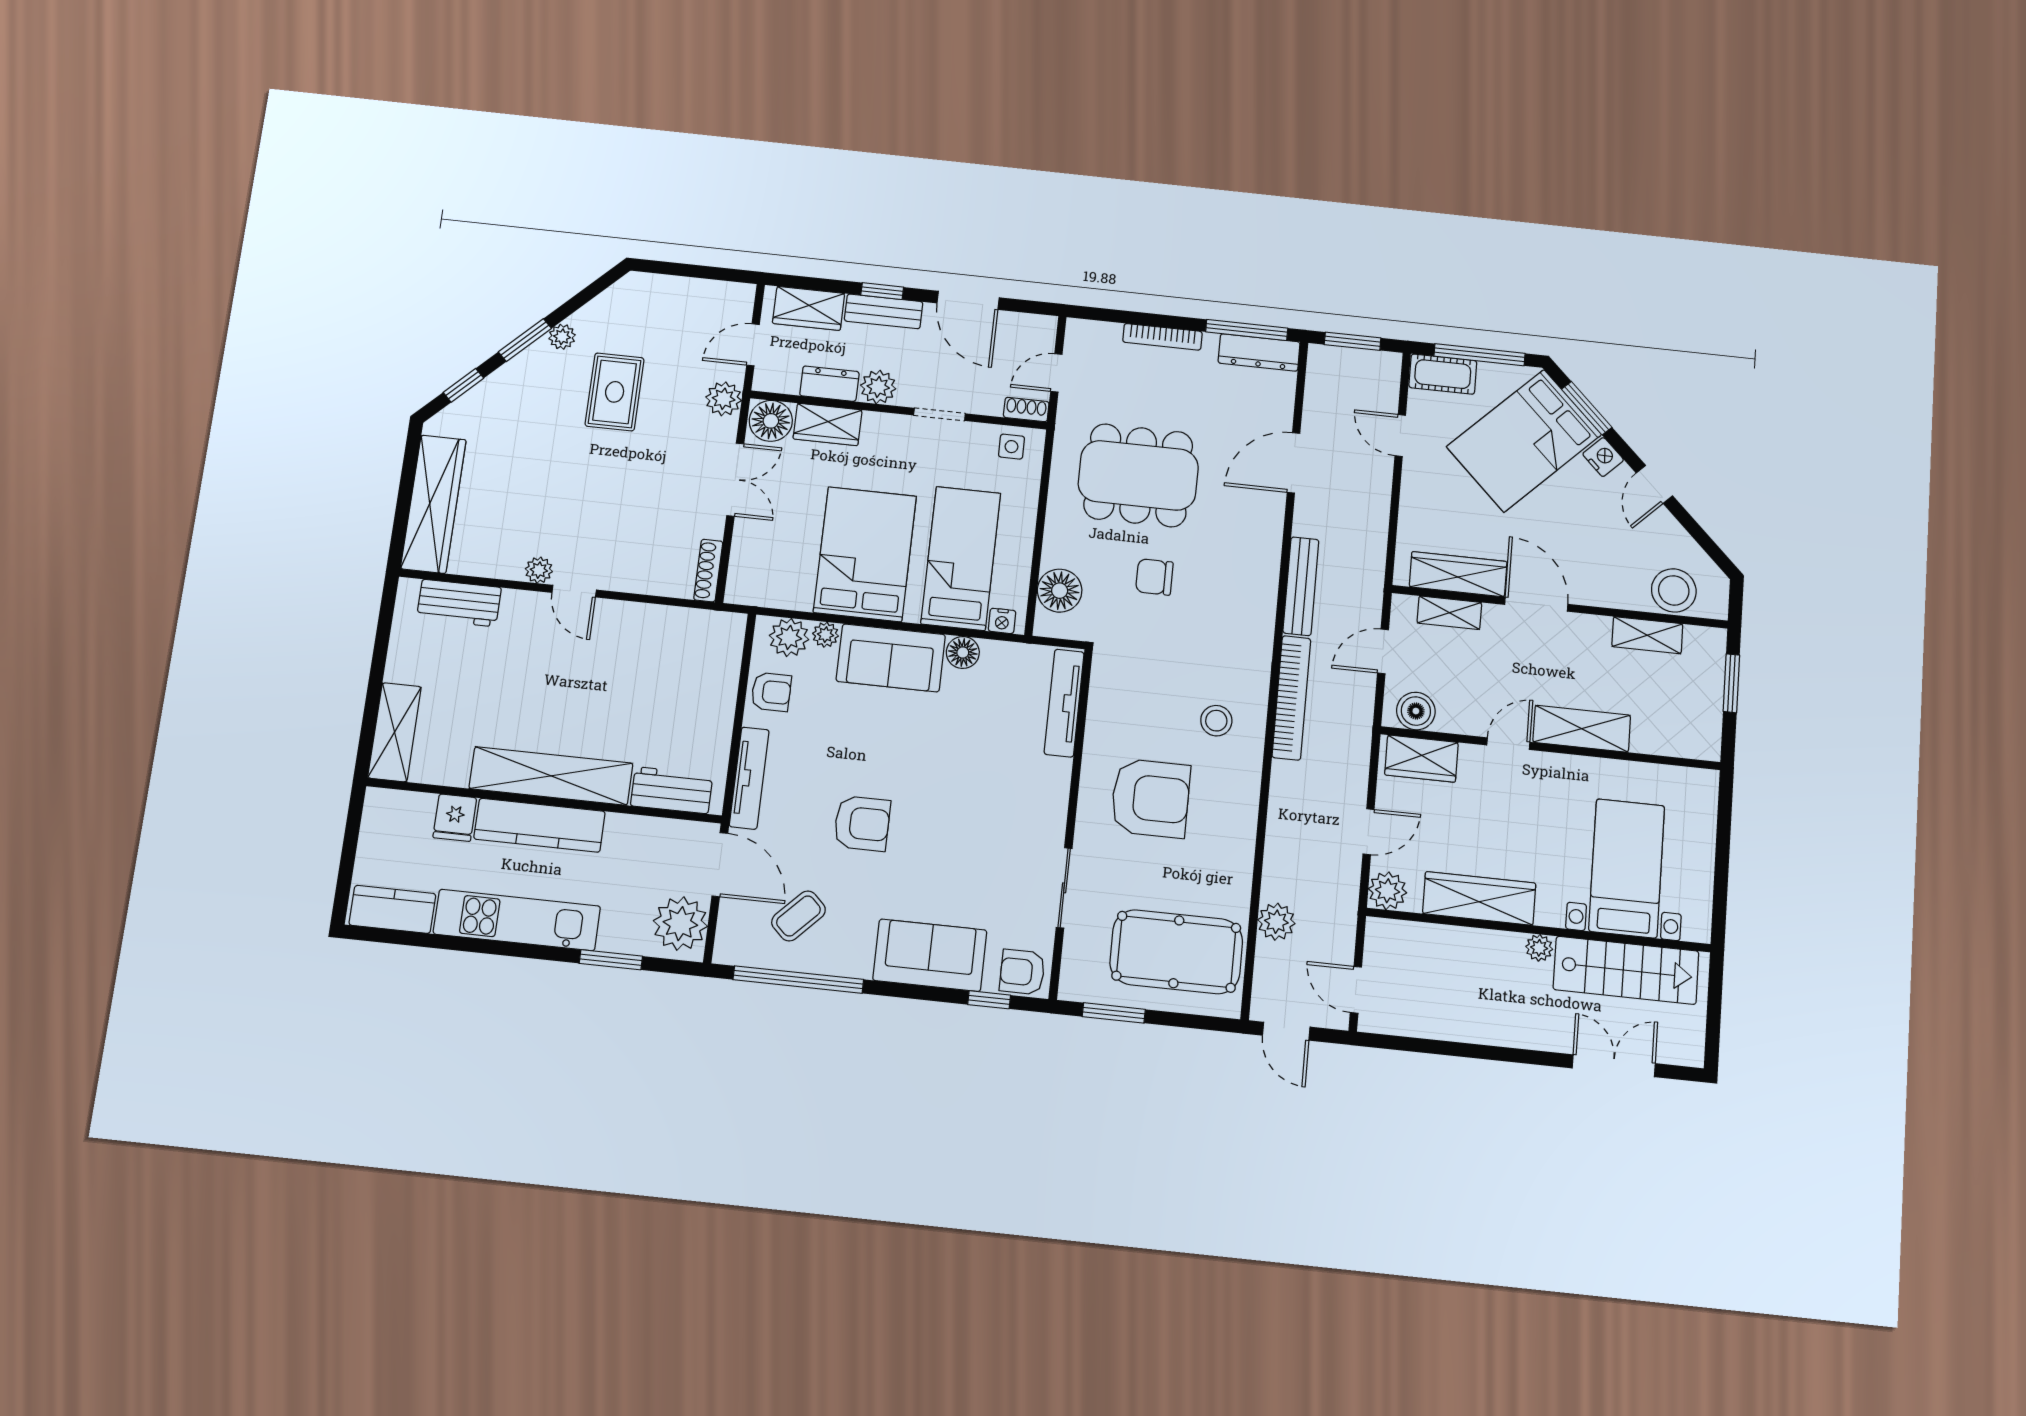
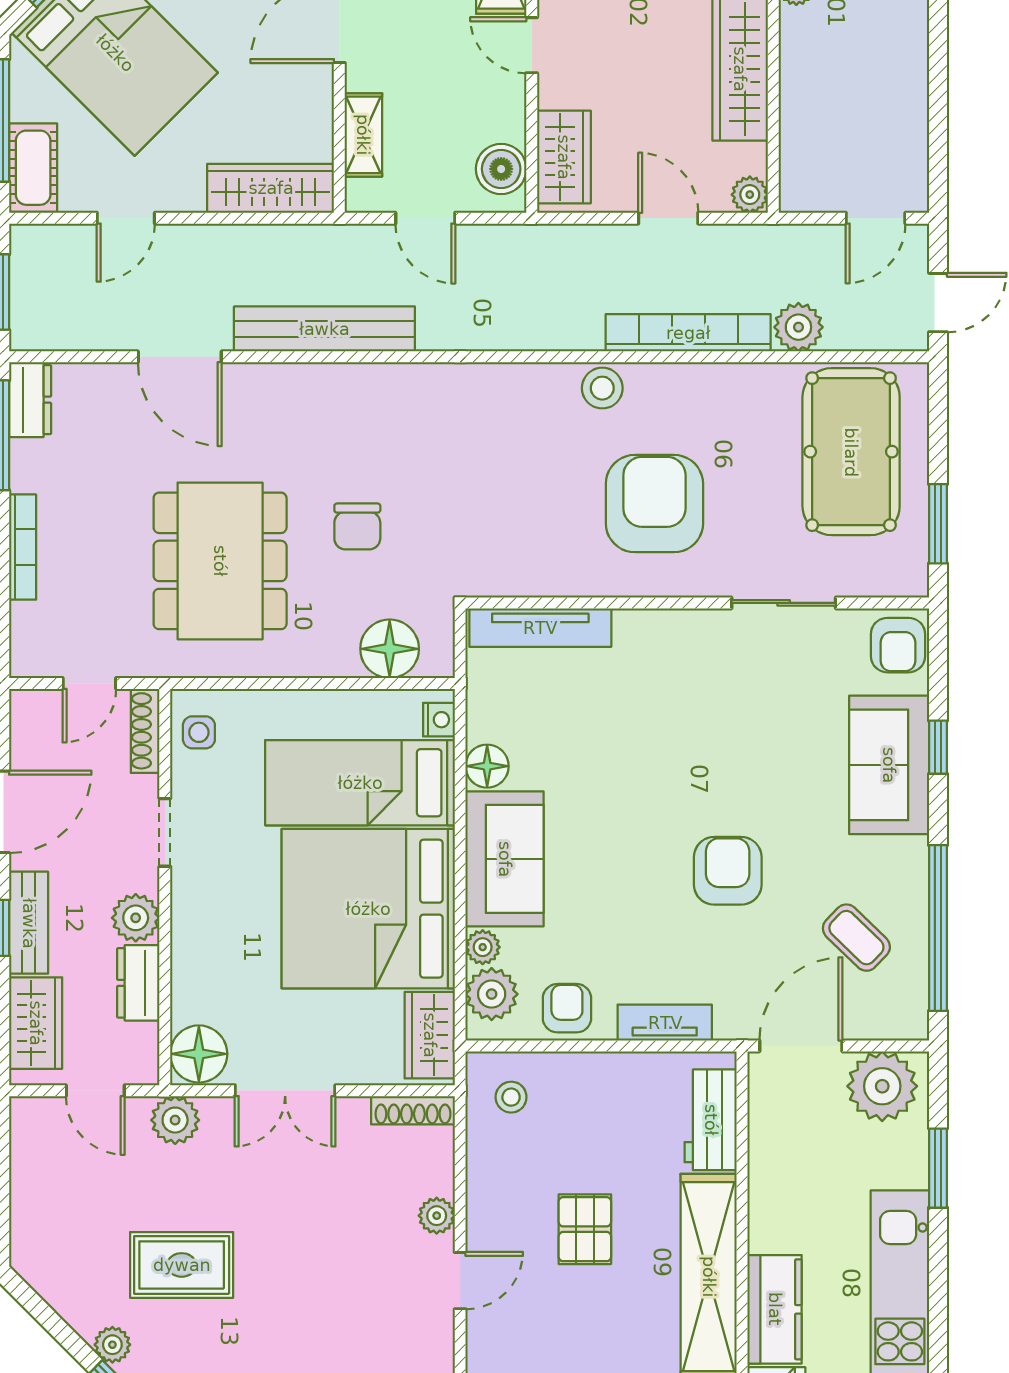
dresser: (1259, 352) -> (30, 400), width x0.70
door: (1056, 373) -> (89, 683), hinge flipped
shoe rack: (1026, 410) -> (145, 731), width x1.43
wardrobe: (828, 424) -> (430, 1035), moved, turned 180
double door: (735, 480) -> (285, 1091), swing flipped
bed: (865, 554) -> (368, 909), width x1.36
plant: (539, 570) -> (437, 1216), moved
wardrobe: (1458, 574) -> (271, 188), moved, turned 90
bench: (1301, 586) -> (324, 329), width x1.37, depth x1.21
stool: (709, 643) -> (511, 1097), added
pallet: (600, 687) -> (585, 1229), added
bookcase: (1291, 698) -> (688, 333), moved
stool: (1216, 721) -> (602, 388), moved
tv unit: (749, 778) -> (665, 1023), width x0.71
kitchen counter: (540, 825) -> (775, 1309), width x0.67
plant: (1387, 891) -> (750, 195), width x0.73, depth x0.73
window: (989, 1000) -> (938, 747), moved

